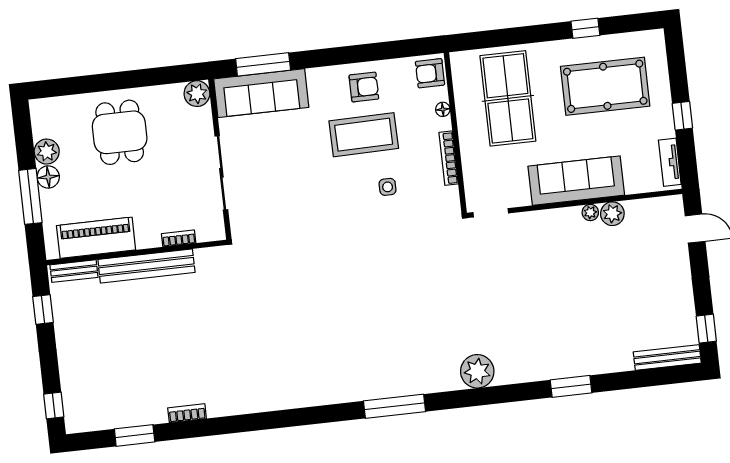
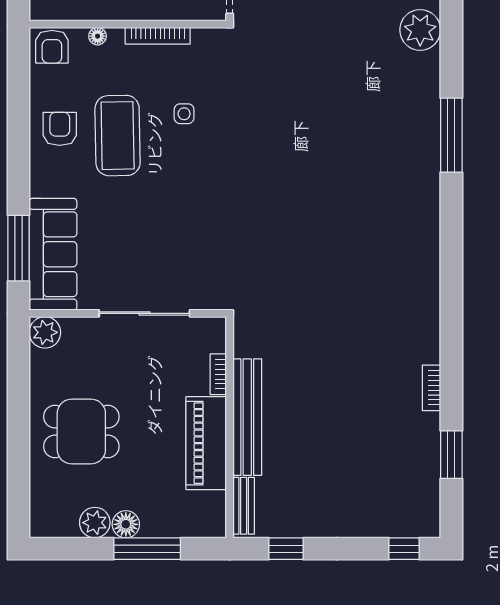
piano: (96, 238) -> (206, 443), moved

